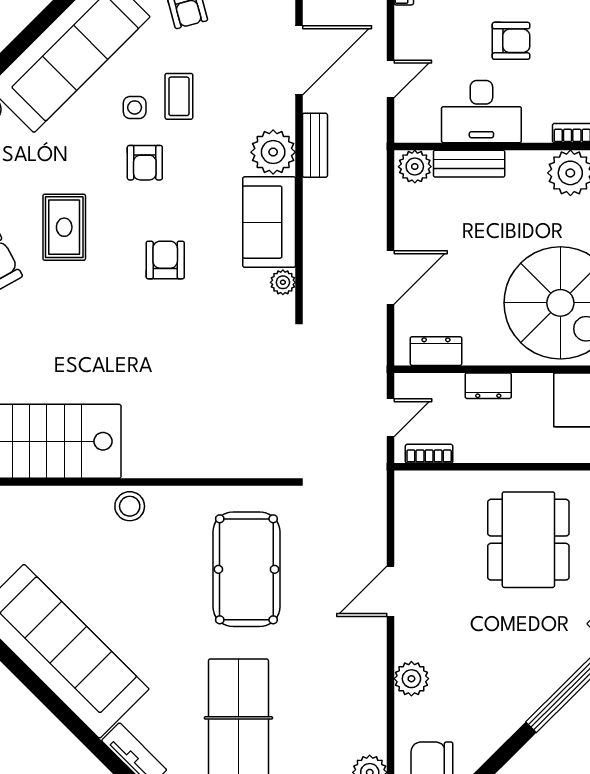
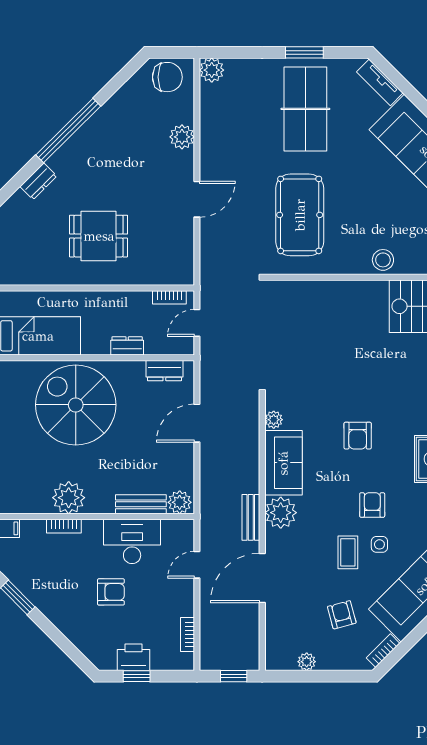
armchair: (511, 41) -> (111, 592), turned 180
dining table: (528, 540) -> (99, 236), width x0.73

